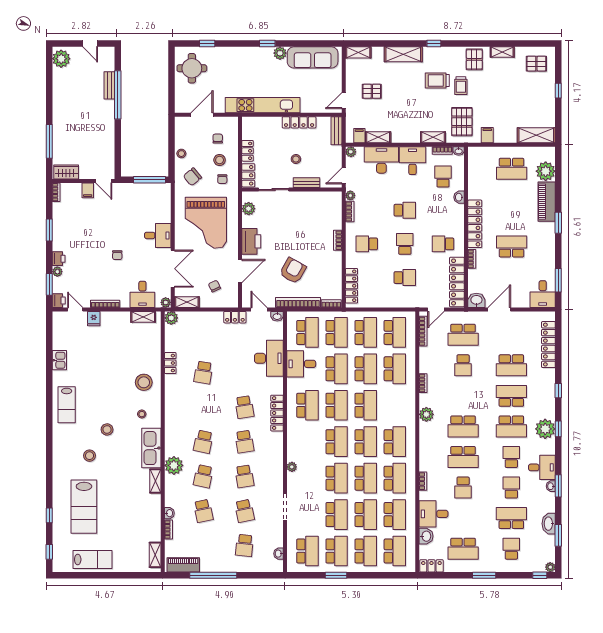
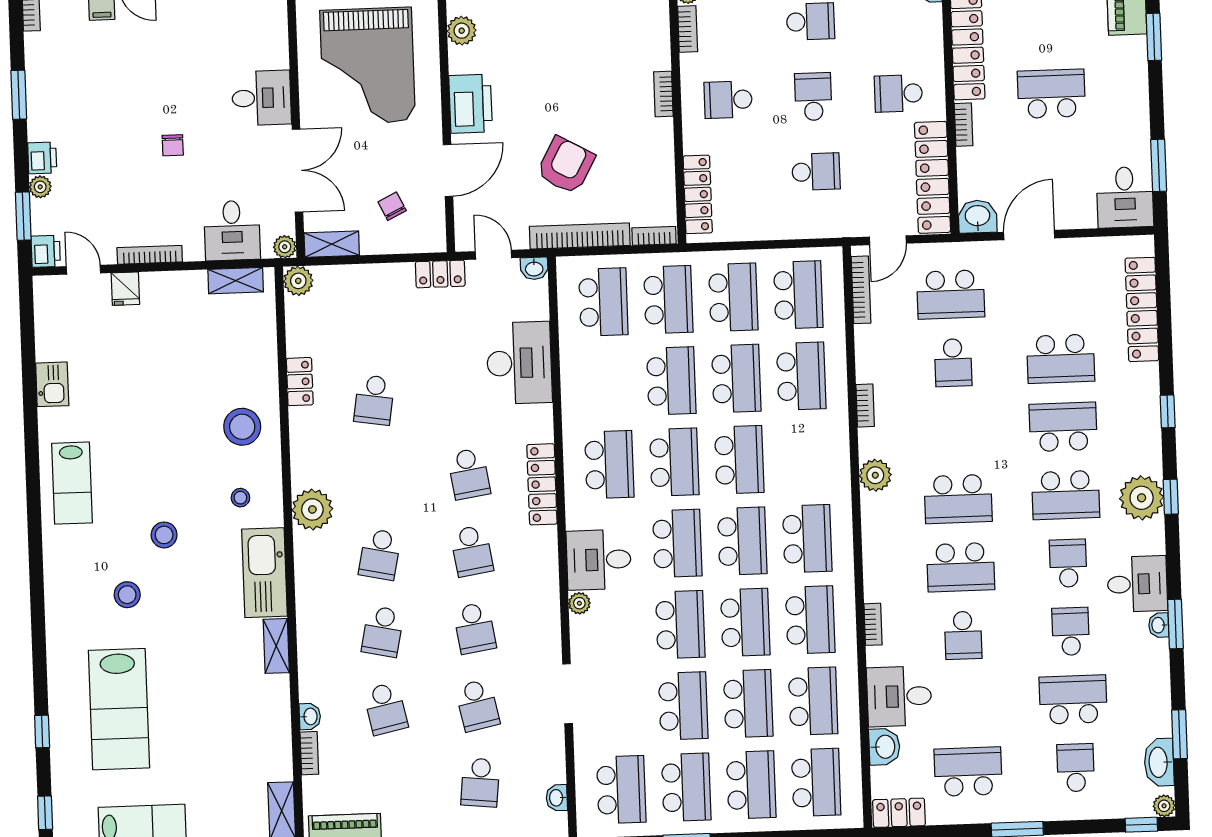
desk: (301, 364) -> (599, 560), moved
plant: (174, 465) -> (312, 509), moved
washbasin: (549, 524) -> (1159, 762), moved
school desk: (463, 549) -> (968, 772), turned 180

